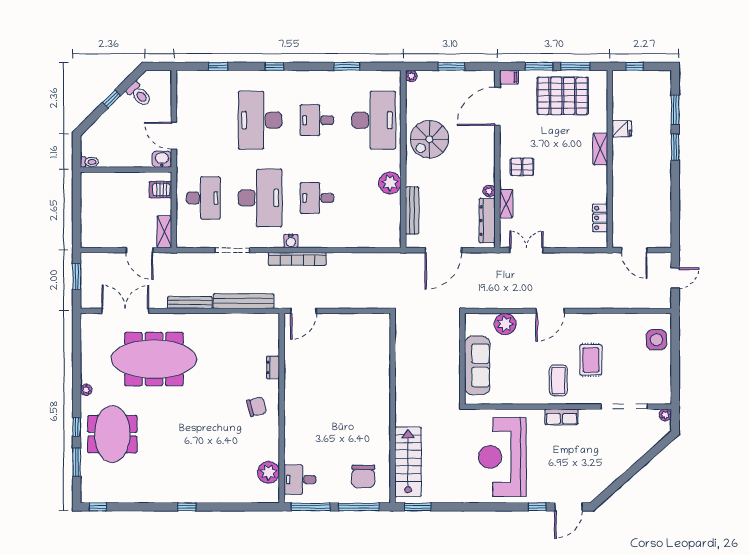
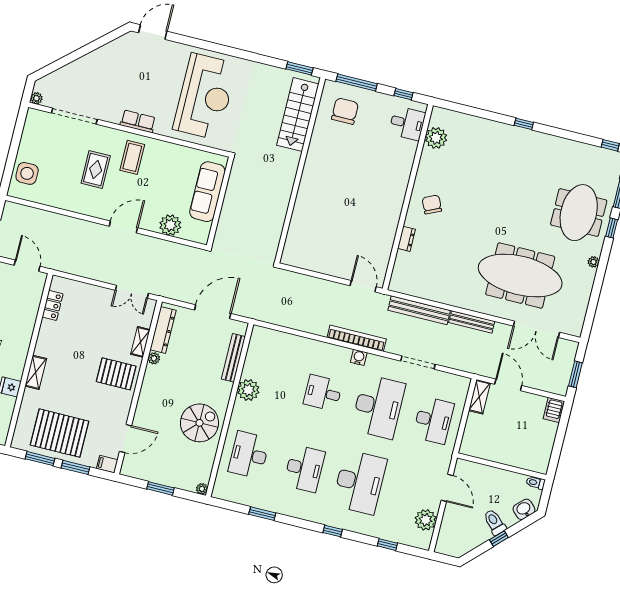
toilet: (139, 94) -> (495, 522), moved
plant: (187, 100) -> (426, 520), added
door: (497, 106) -> (125, 439), width x0.73
desk: (317, 120) -> (304, 469), width x1.37
desk: (374, 120) -> (249, 455), width x0.73, depth x0.77
washbasin: (162, 159) -> (524, 509), moved, turned 135
pallet: (522, 167) -> (116, 374), width x1.50, depth x1.42
server rack: (160, 190) -> (554, 410), moved, turned 90
desk: (203, 198) -> (433, 420), turned 180
desk: (260, 198) -> (378, 407), turned 180
desk: (317, 198) -> (323, 393), turned 180
door: (304, 311) -> (363, 286), hinge flipped
chair: (257, 407) -> (432, 205), turned 79
window: (311, 507) -> (403, 94), width x0.46
window: (537, 507) -> (183, 40), removed

